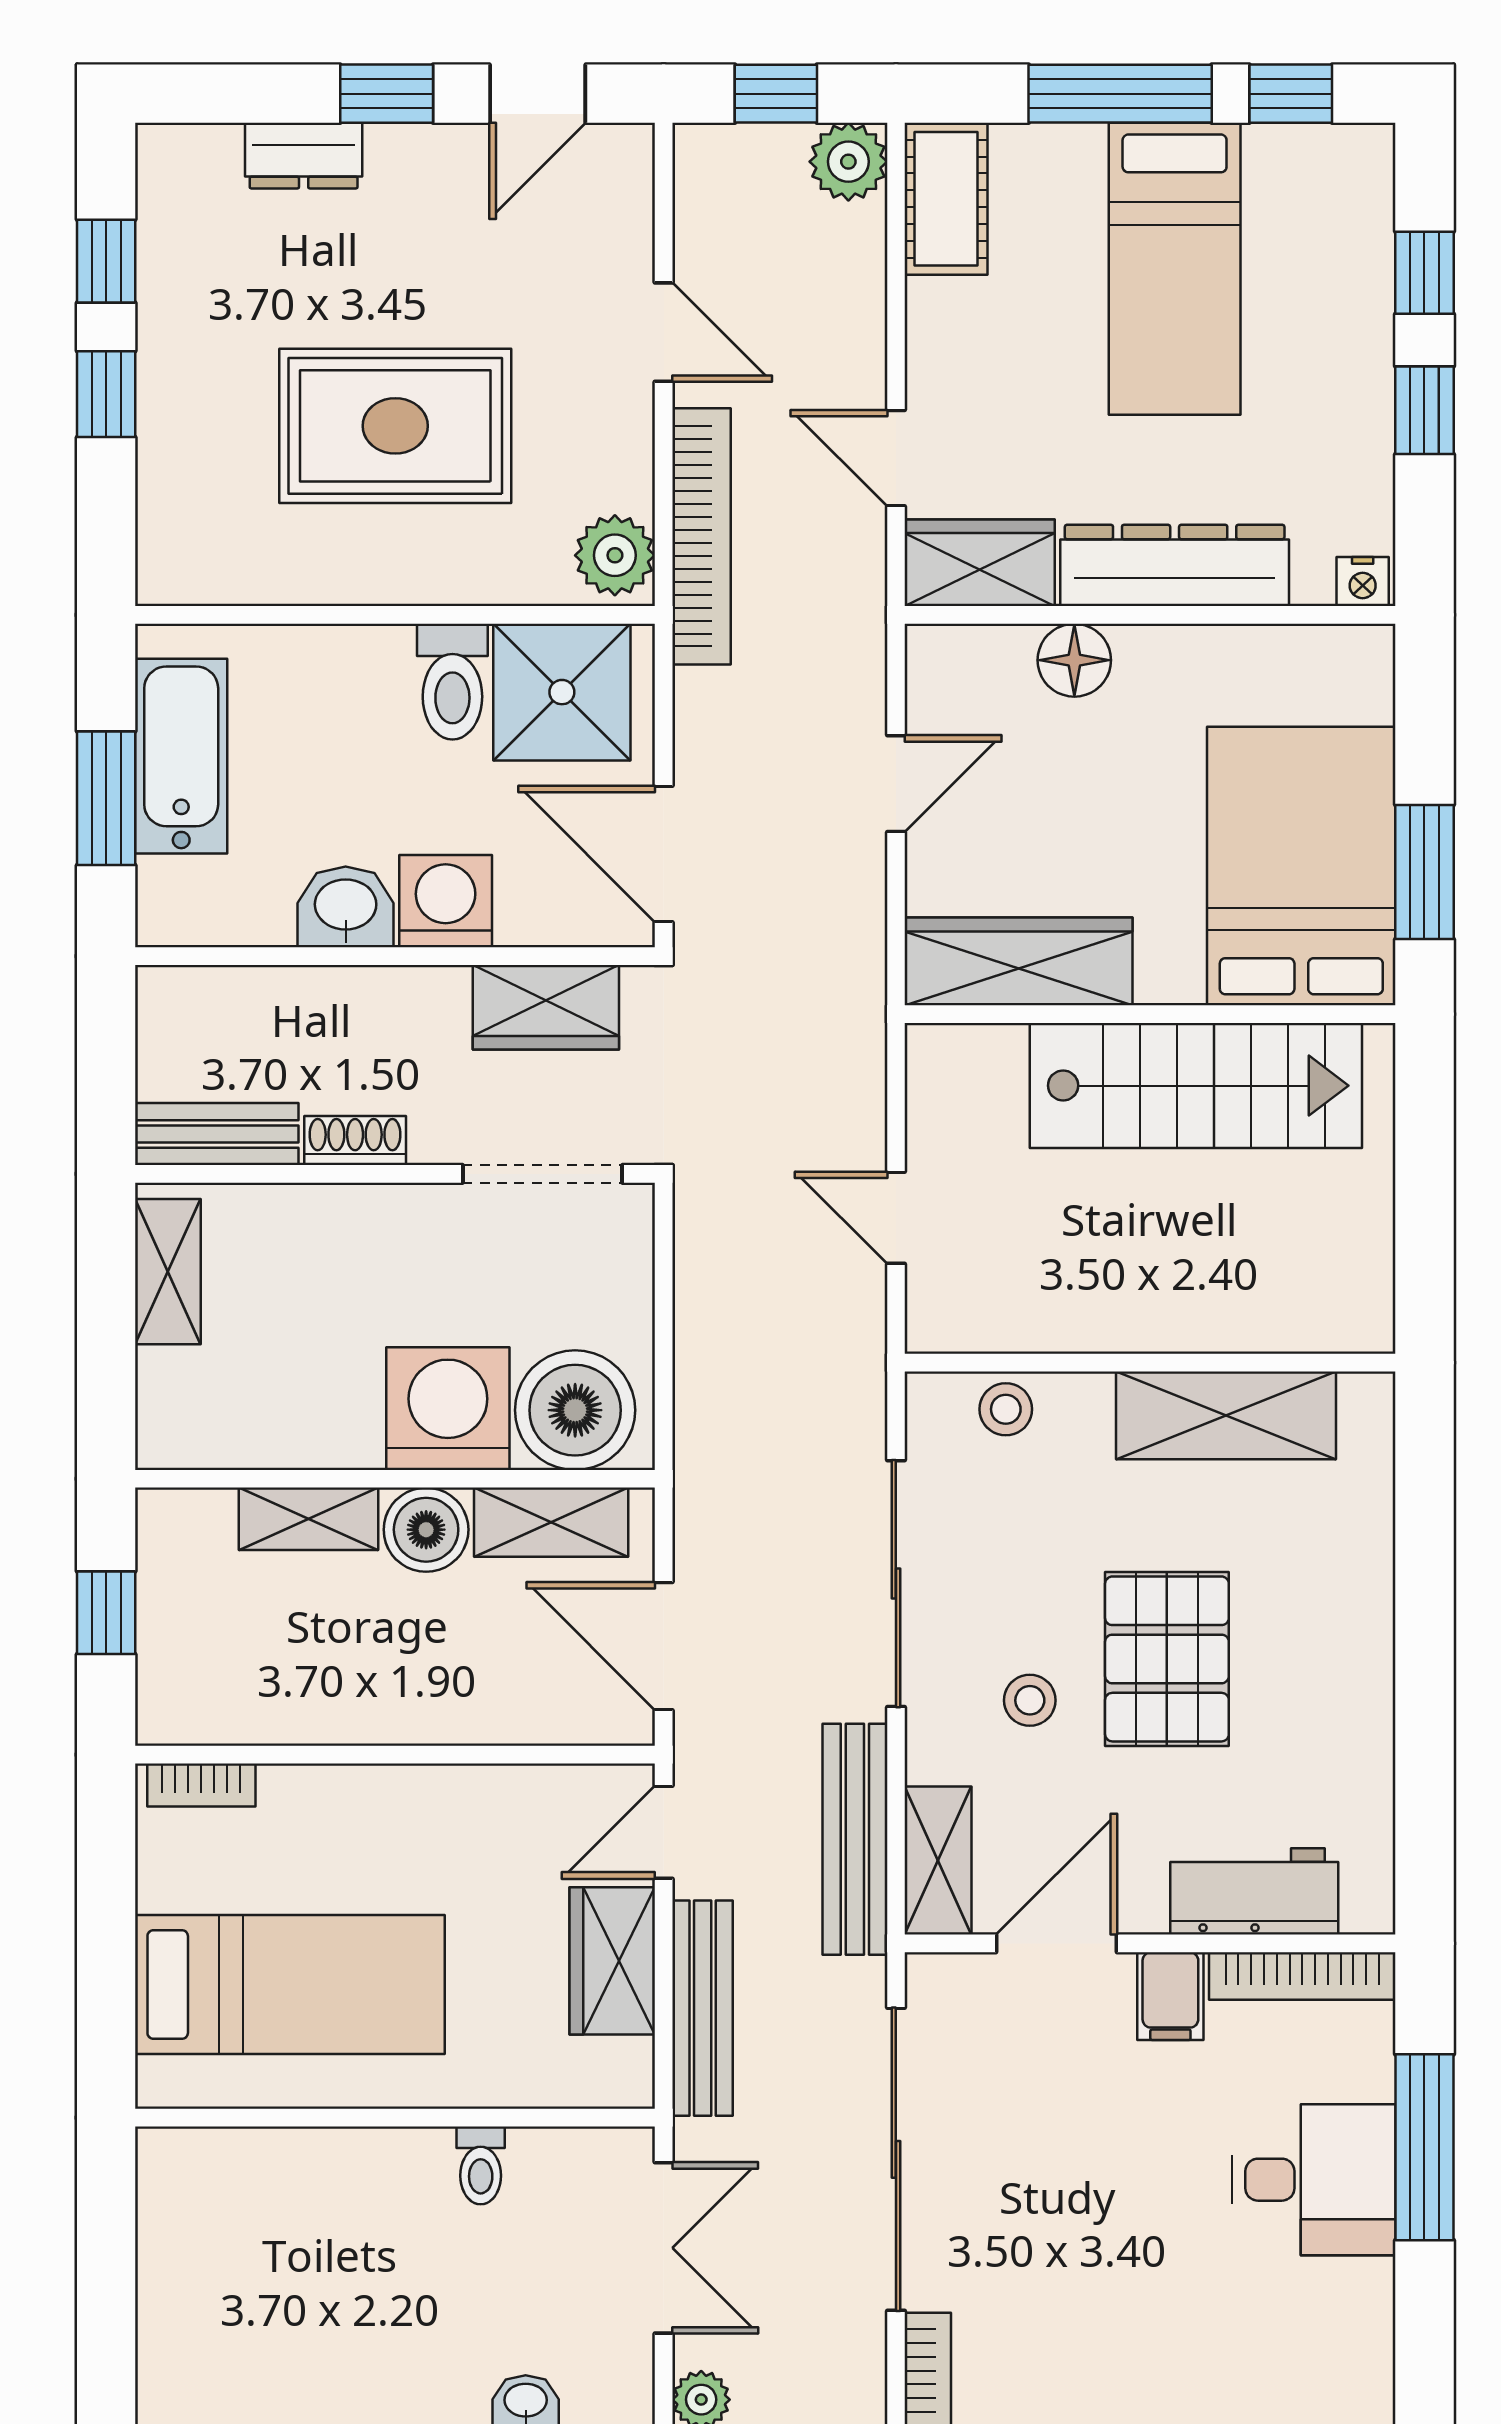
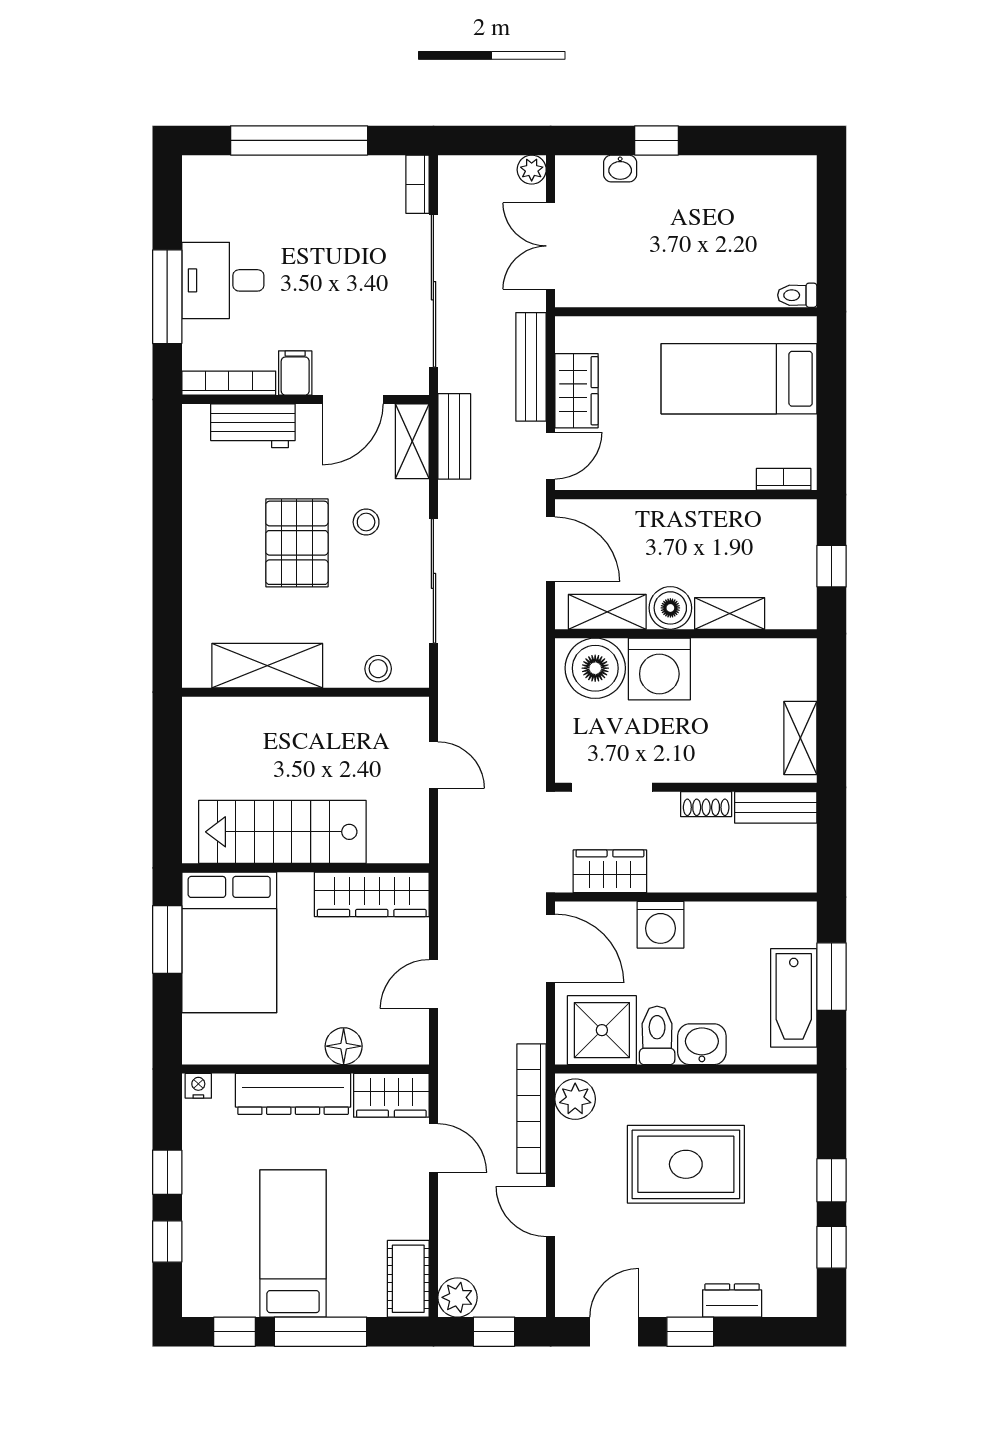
washbasin: (346, 907) -> (702, 1044), moved, turned 180
bench: (855, 1839) -> (454, 436), width x0.73
toilet: (481, 2165) -> (797, 295), moved, turned -90

